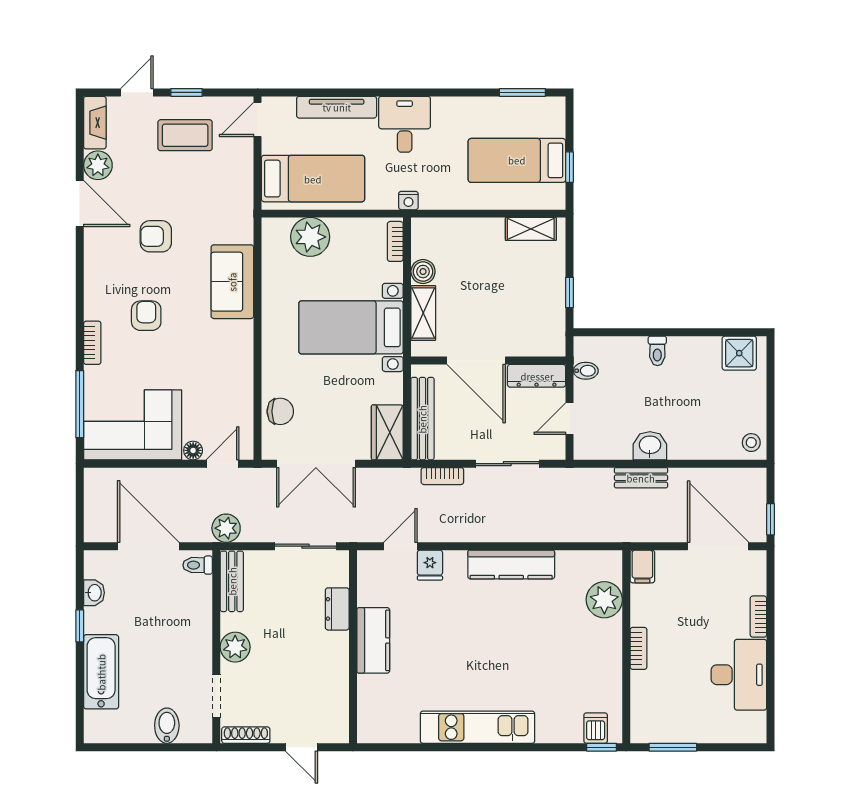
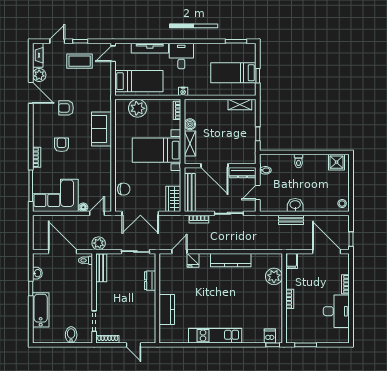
kitchen counter: (373, 640) -> (167, 310), moved
plant: (235, 647) -> (103, 298), removed

